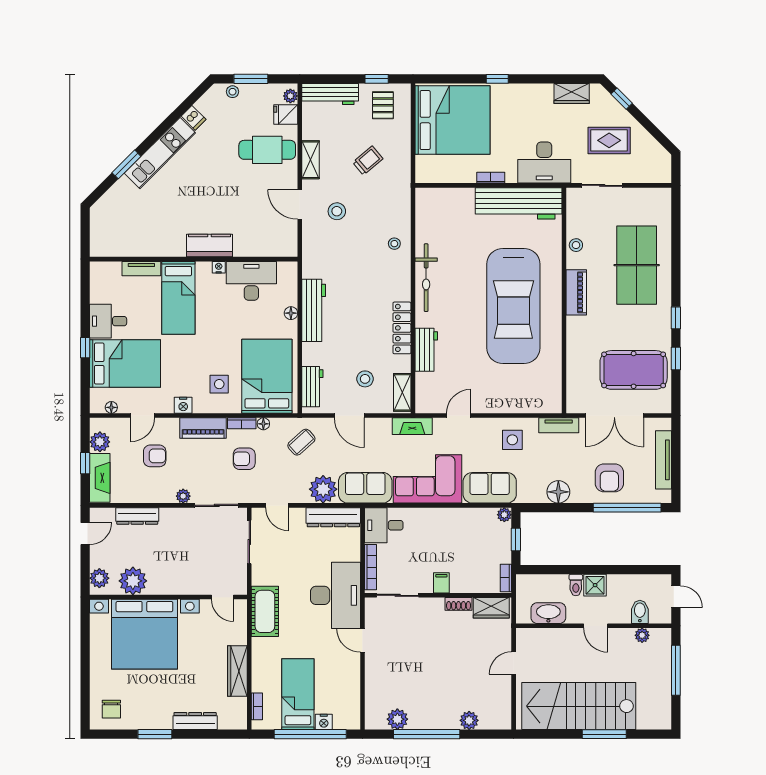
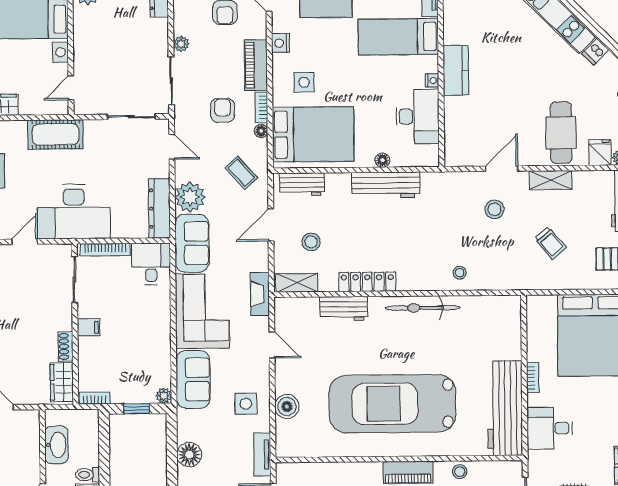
desk: (544, 163) -> (550, 428), width x0.73
boiler: (515, 402) -> (287, 406), added
door: (277, 505) -> (172, 147), swing flipped

